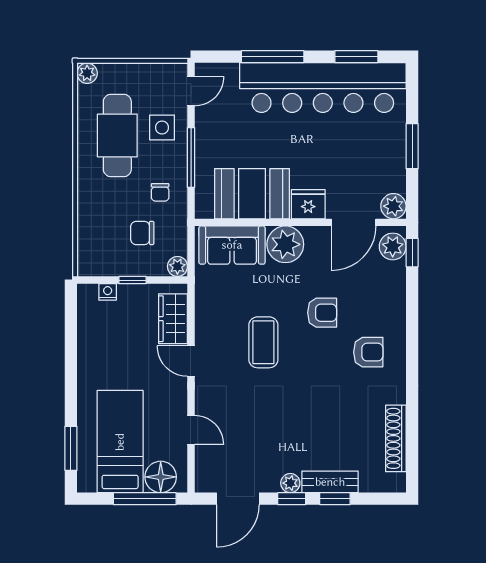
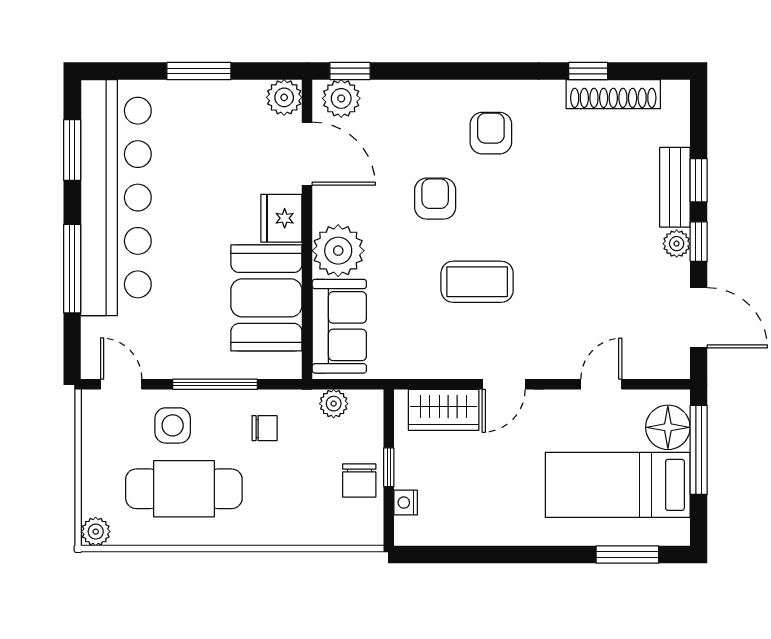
chair: (142, 233) -> (359, 480), moved
plant: (177, 266) -> (334, 404), moved
window: (412, 421) -> (588, 71), added

